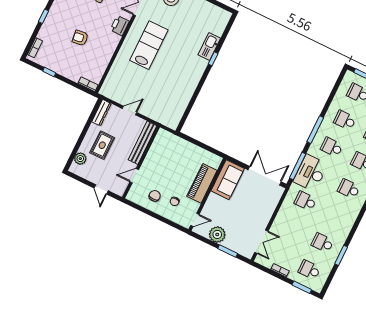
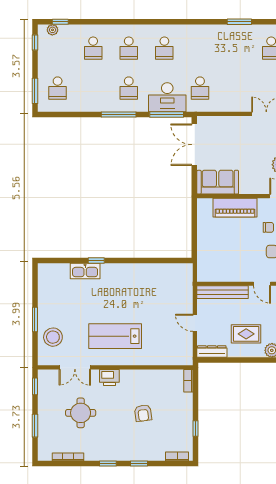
school desk: (345, 120) -> (93, 88), removed
school desk: (322, 243) -> (236, 48), removed

